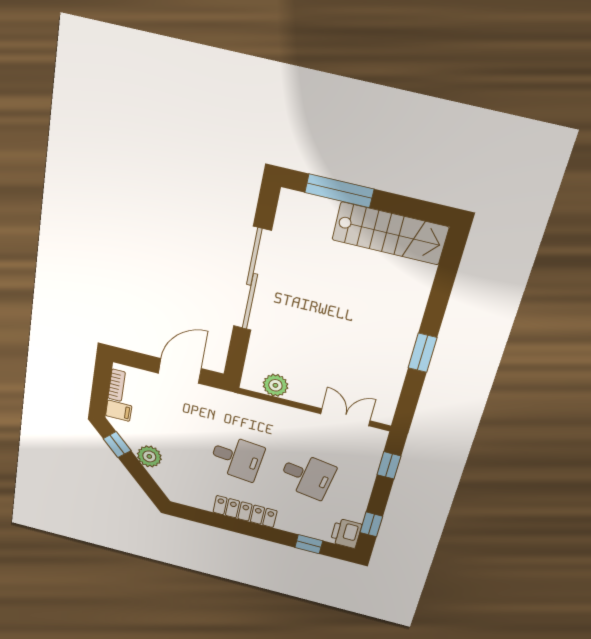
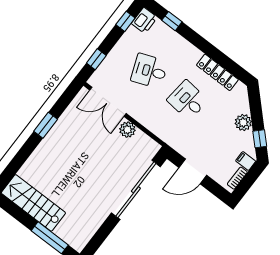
sliding door: (252, 279) -> (136, 190), moved
plant: (275, 385) -> (127, 130), moved
double door: (345, 417) -> (108, 102), width x1.37
desk: (307, 476) -> (149, 71), turned -30
locker: (245, 511) -> (217, 72), moved

